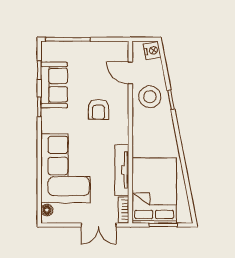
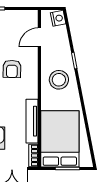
door: (130, 73) -> (39, 37), hinge flipped
stool: (150, 97) -> (59, 80), moved

